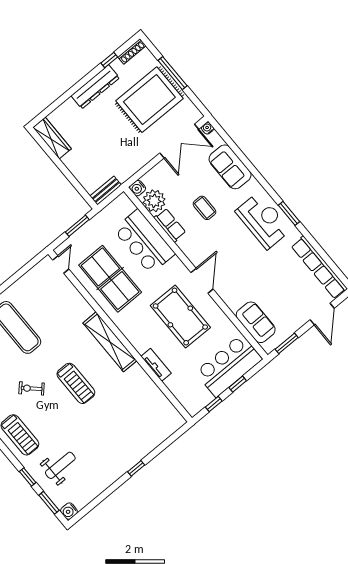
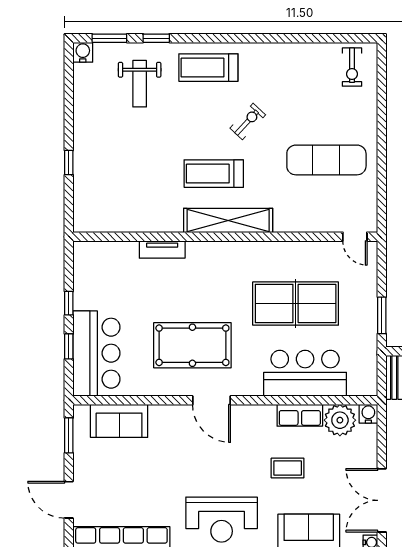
door: (61, 264) -> (355, 237), moved
wall: (120, 336) -> (225, 237), moved
shelving: (110, 342) -> (228, 220), moved
tv unit: (156, 365) -> (162, 249), moved

